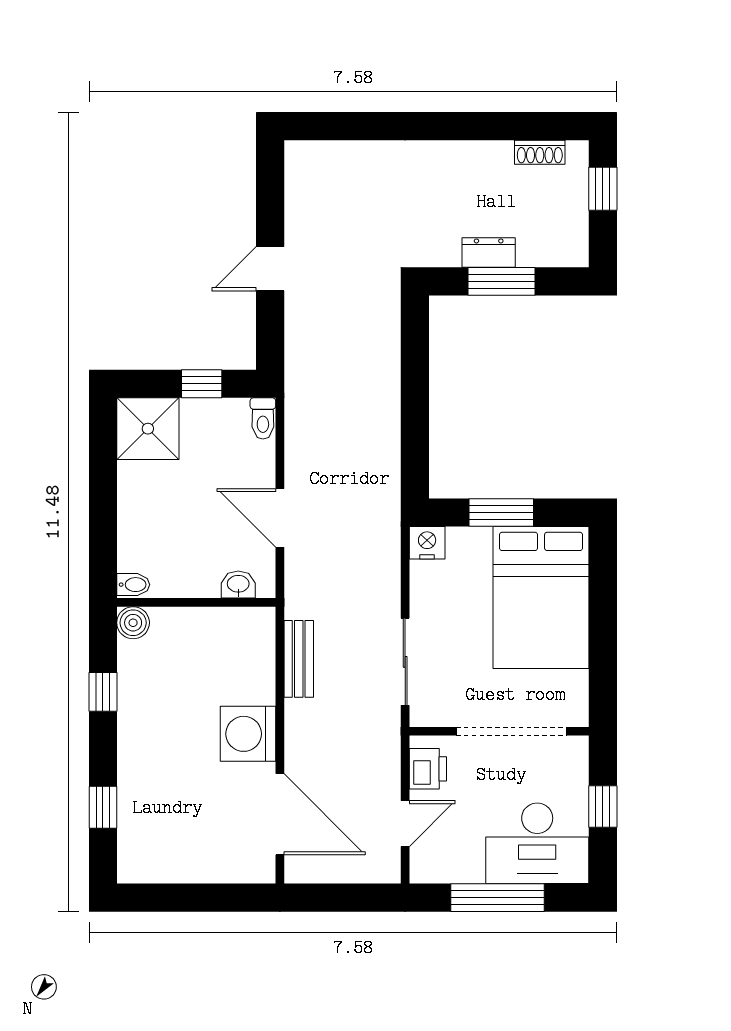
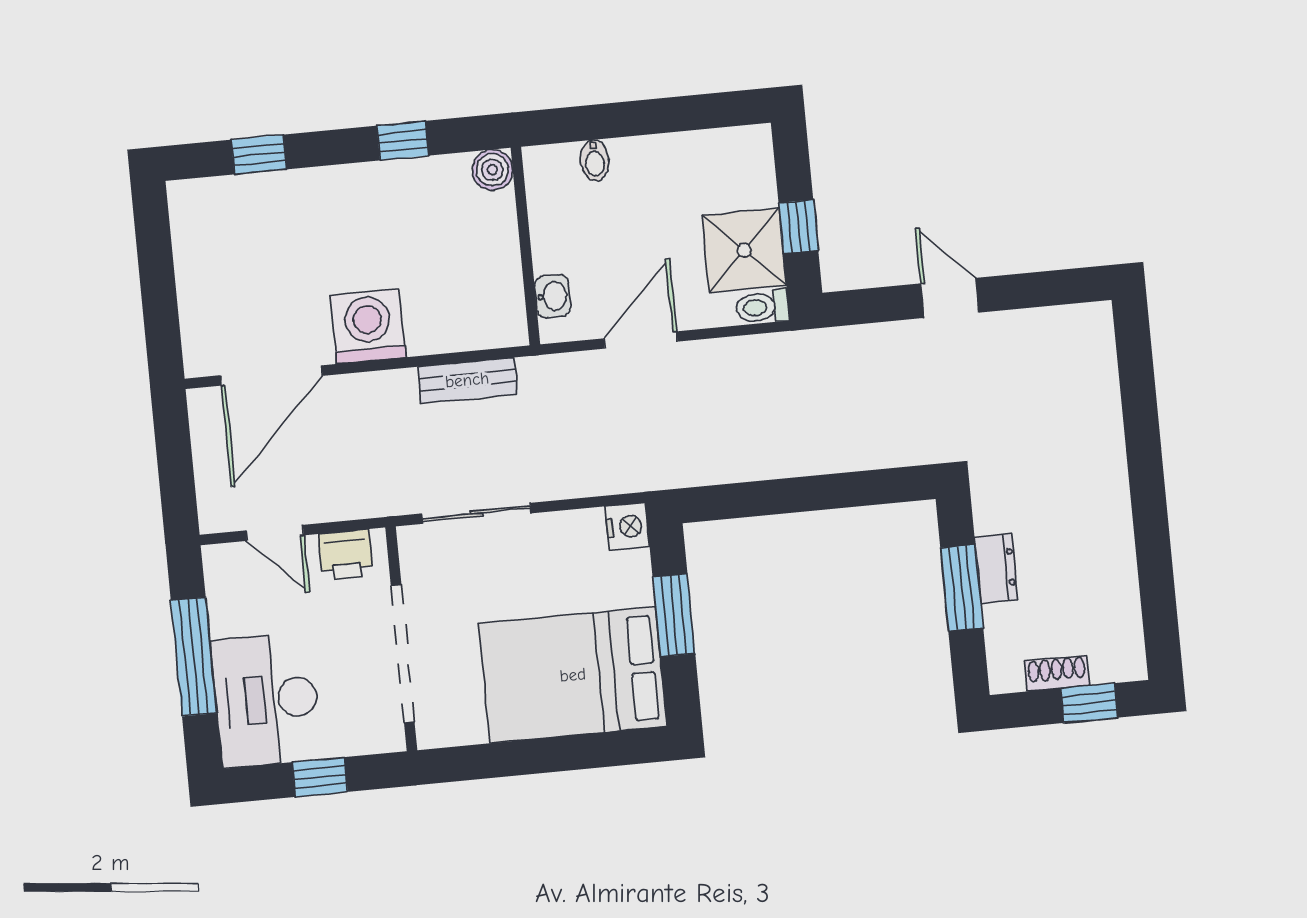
shoe rack: (540, 152) -> (1057, 673), moved, turned 90
shower: (148, 429) -> (744, 250), moved
bidet: (133, 585) -> (595, 160), moved

